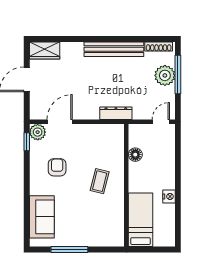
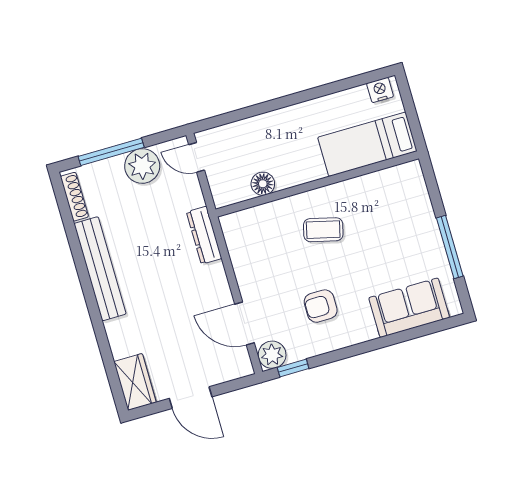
plant: (165, 75) -> (142, 166), moved
nightstand: (169, 196) -> (380, 90), moved

